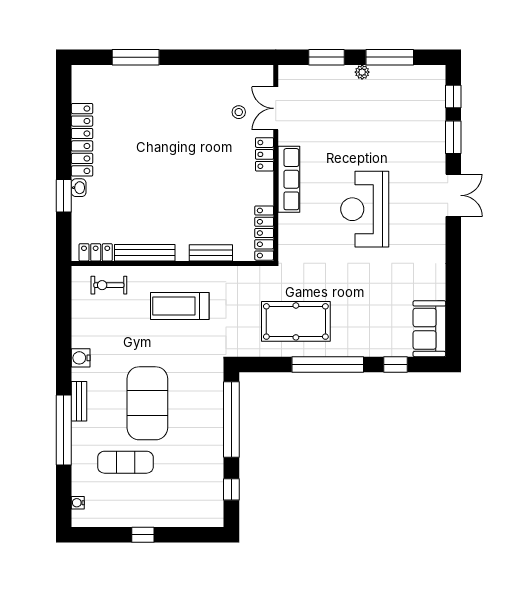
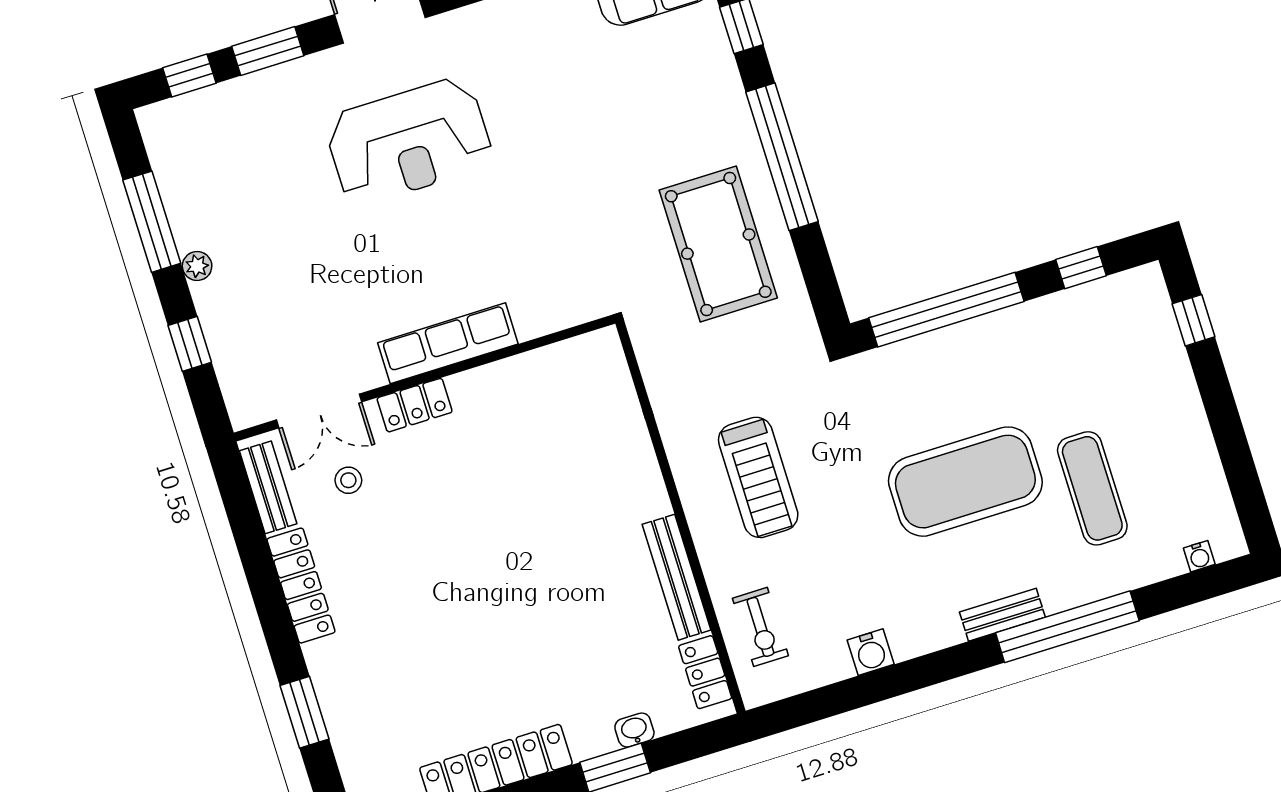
window: (136, 57) -> (305, 712), width x0.69
window: (326, 57) -> (190, 344), width x0.67
washbasin: (79, 188) -> (634, 730), moved
reception desk: (365, 209) -> (409, 141), moved
locker: (264, 233) -> (301, 586), moved, turned -90
bench: (211, 253) -> (268, 487), moved
water cooler: (81, 358) -> (871, 652), moved
window: (143, 535) -> (1194, 320), moved

